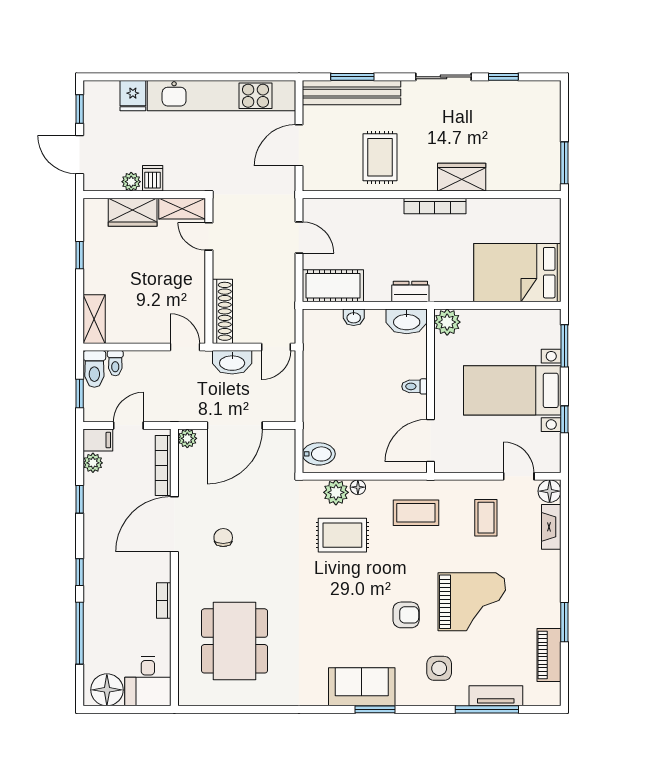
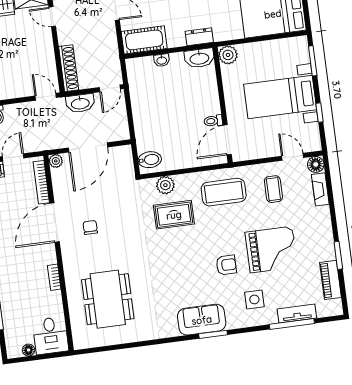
toilet: (414, 386) -> (213, 121), moved
floor lamp: (358, 487) -> (180, 179), removed
coffee table: (416, 513) -> (224, 192), width x1.36, depth x1.32
floor lamp: (107, 690) -> (29, 350), width x0.53, depth x0.53

